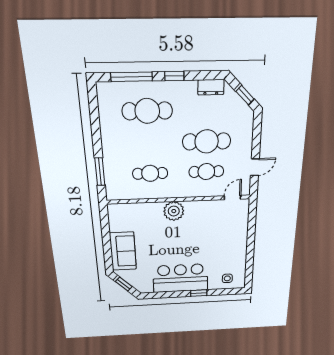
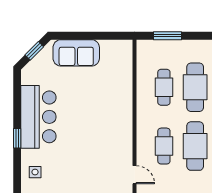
cafe table: (149, 143) -> (195, 87), added
plant: (174, 211) -> (121, 111), removed

